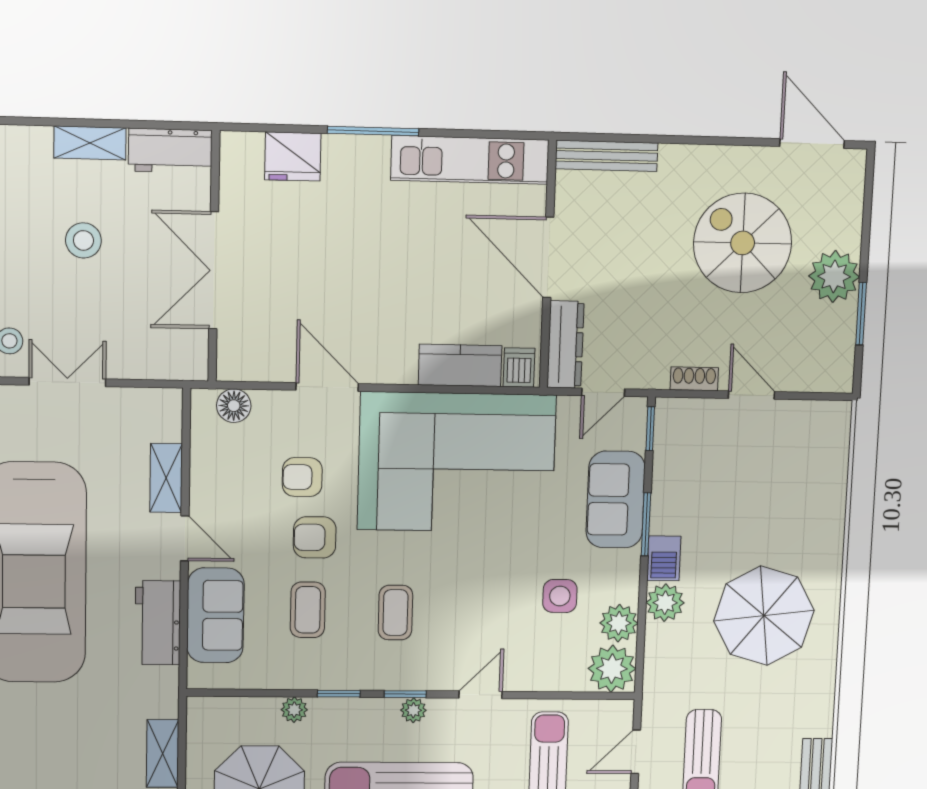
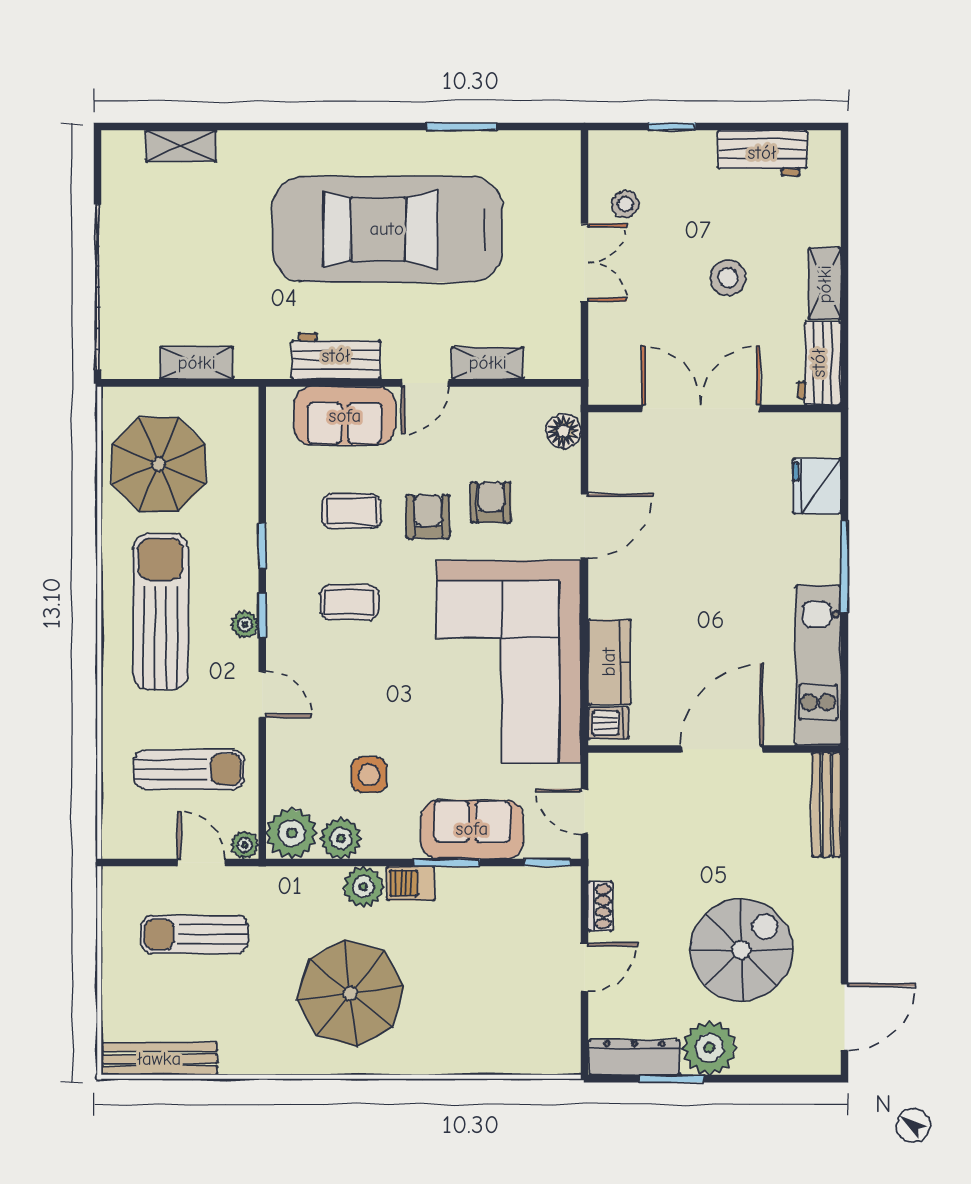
dresser: (565, 345) -> (634, 1057), moved, turned 180
plant: (294, 710) -> (245, 845), moved

